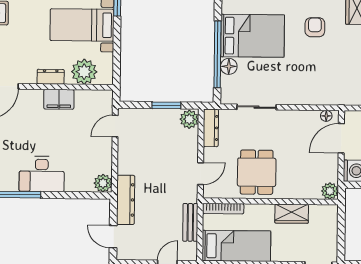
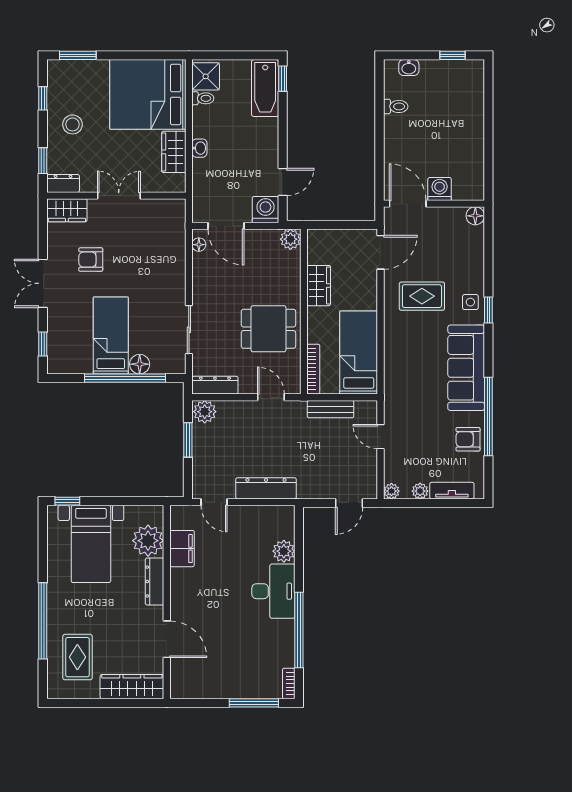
bed: (253, 36) -> (111, 336), width x0.67
dresser: (51, 77) -> (155, 582), width x1.44
filing cabinet: (59, 99) -> (182, 549), moved
plant: (103, 183) -> (284, 551), moved
dresser: (126, 200) -> (266, 488), moved

